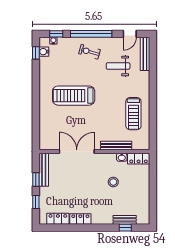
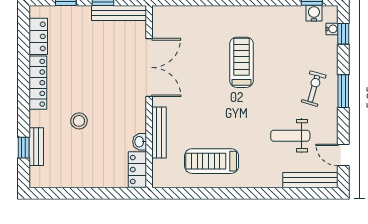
window: (91, 34) -> (343, 91), width x0.47
weight bench: (118, 66) -> (290, 136), turned -90
treadmill: (74, 96) -> (241, 62), width x0.73, depth x0.73
stool: (113, 182) -> (79, 121), moved
locker: (80, 219) -> (38, 83), width x1.53

